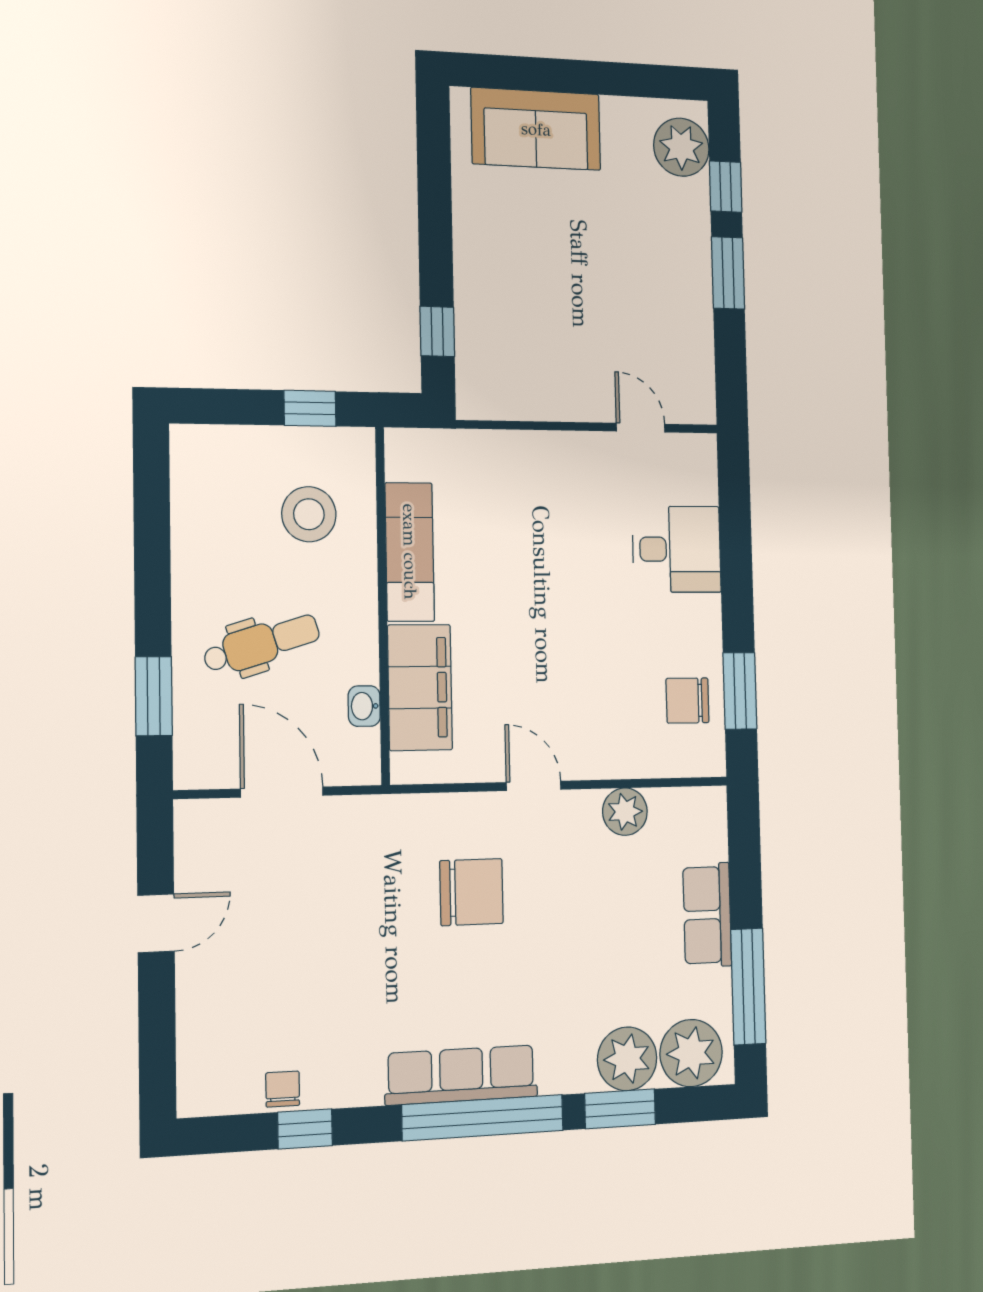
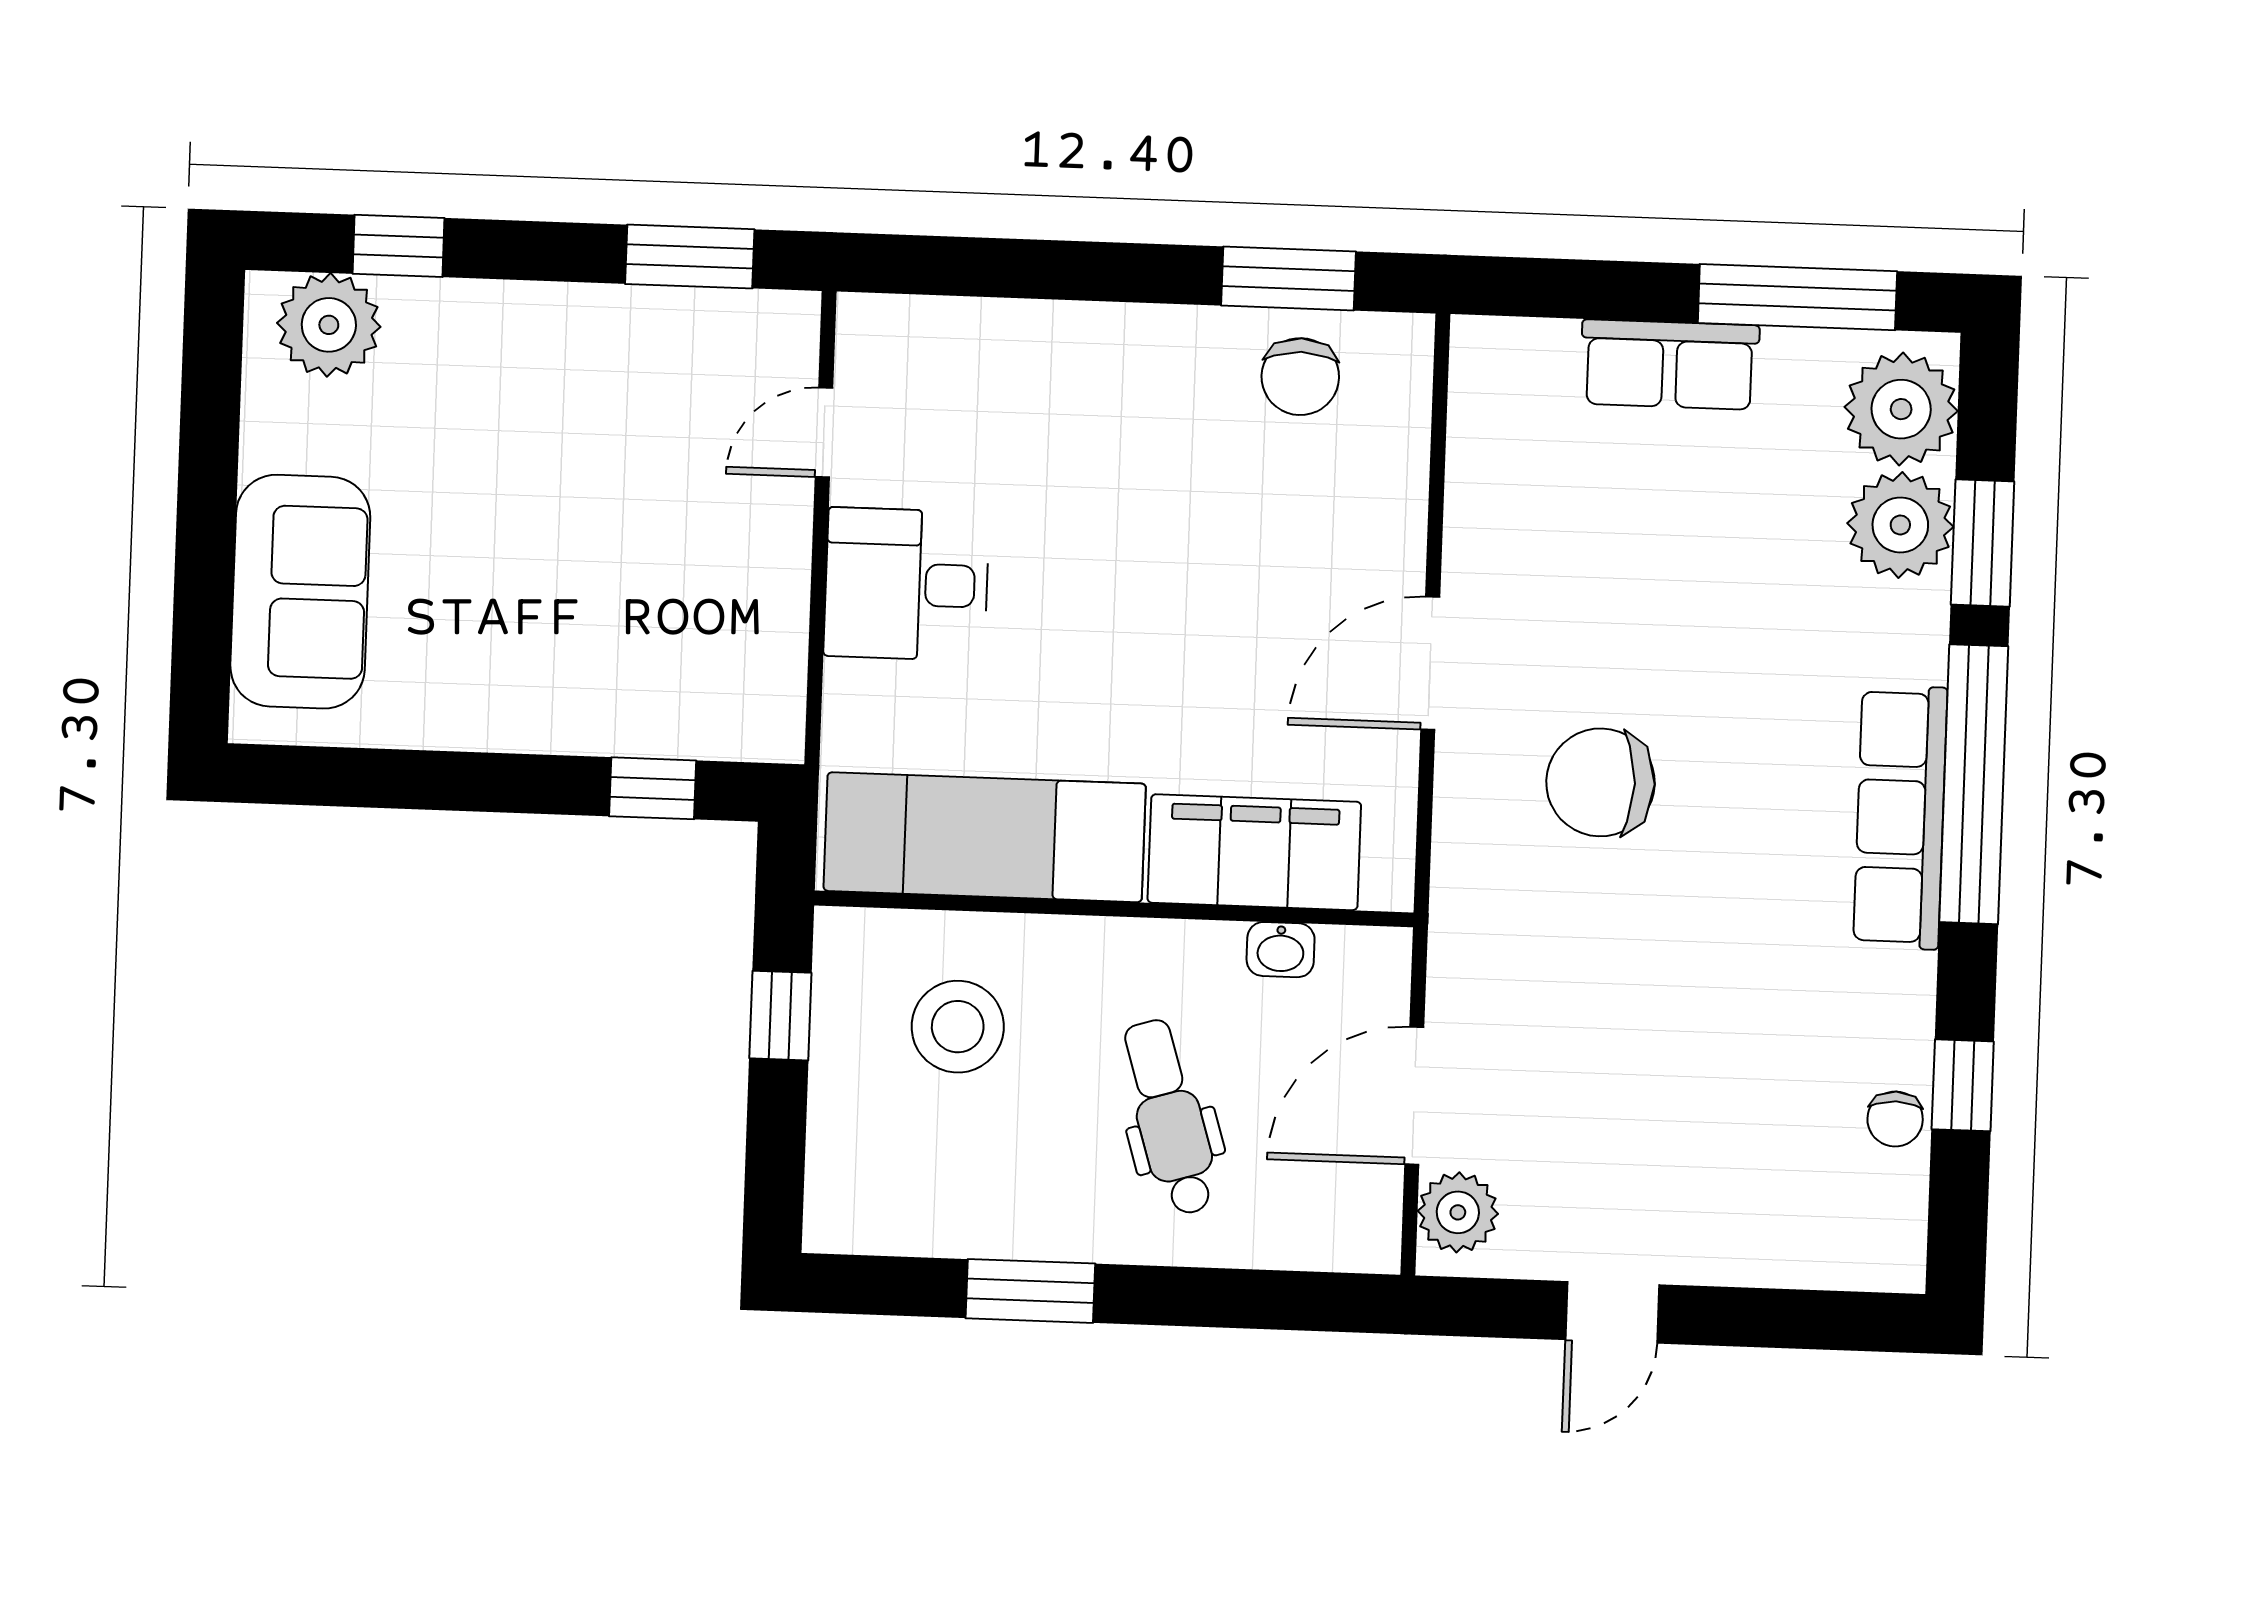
window: (728, 273) -> (690, 257), moved
desk: (677, 549) -> (906, 584), moved, turned -90
exam couch: (410, 552) -> (985, 837), width x1.36, depth x1.45
window: (154, 696) -> (1030, 1291), moved
door: (534, 786) -> (1430, 663), width x1.38
plant: (625, 812) -> (1458, 1212), moved
chair: (471, 892) -> (1600, 782), turned -90
door: (156, 923) -> (1612, 1312), swing flipped
chair: (283, 1089) -> (1895, 1119), turned -90

